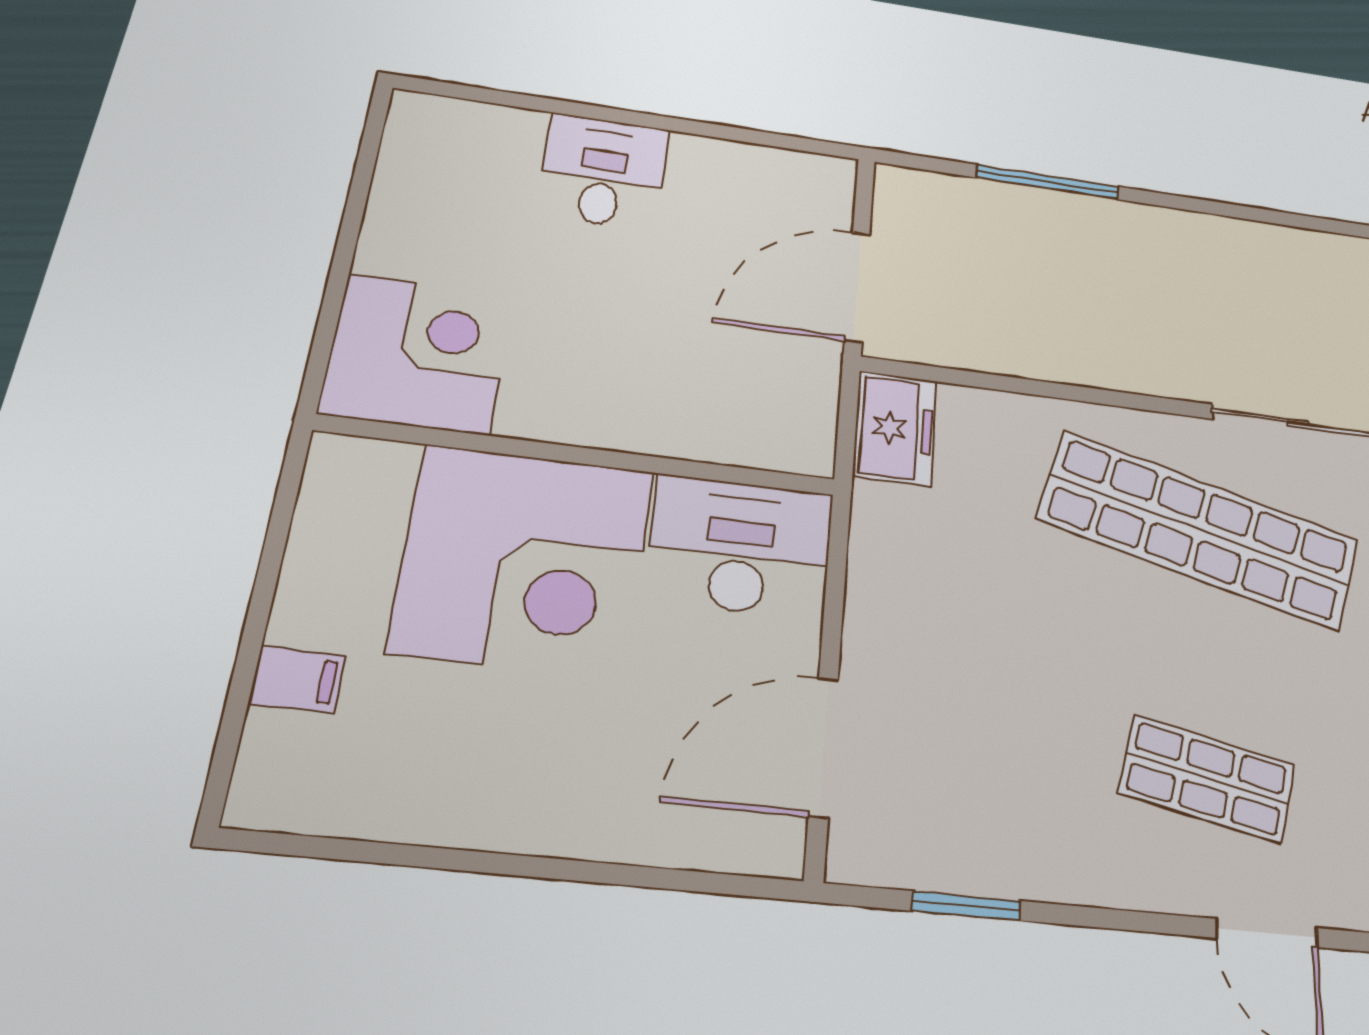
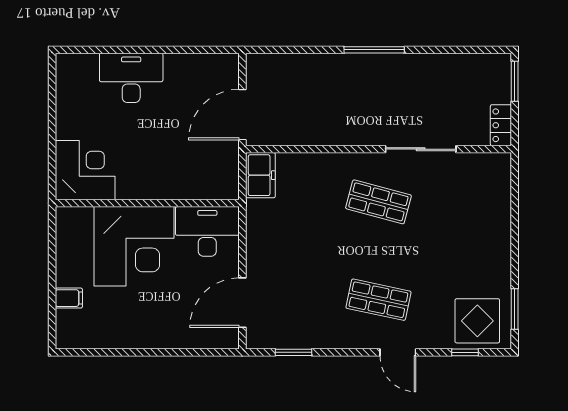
desk: (603, 171) -> (131, 78), width x1.37
window: (1048, 182) -> (374, 50), moved
shop shelf: (1199, 530) -> (378, 202), width x0.50, depth x0.74

